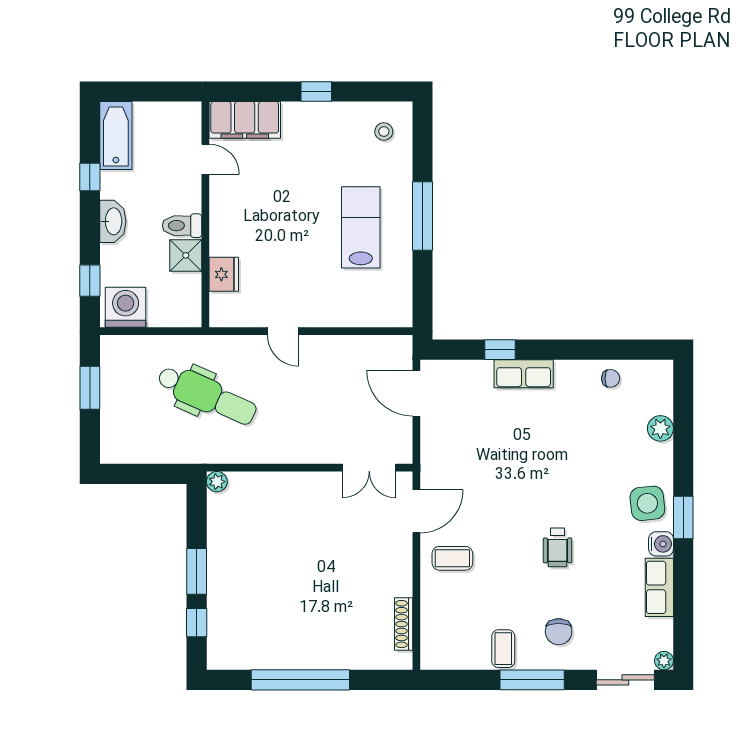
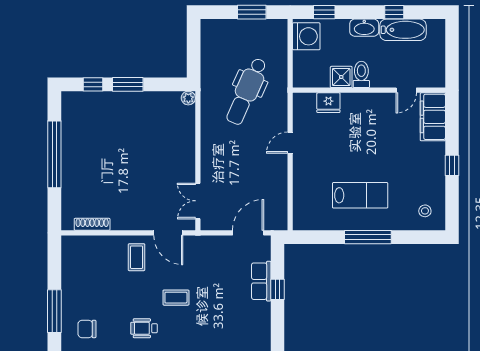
bathtub: (116, 135) -> (403, 30), moved
row of seats: (524, 374) -> (261, 281), moved
coffee table: (503, 649) -> (176, 298), moved

